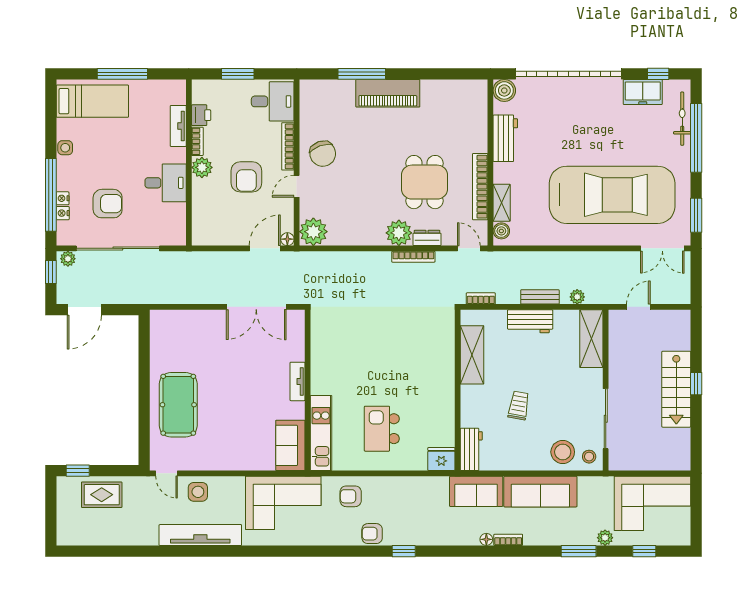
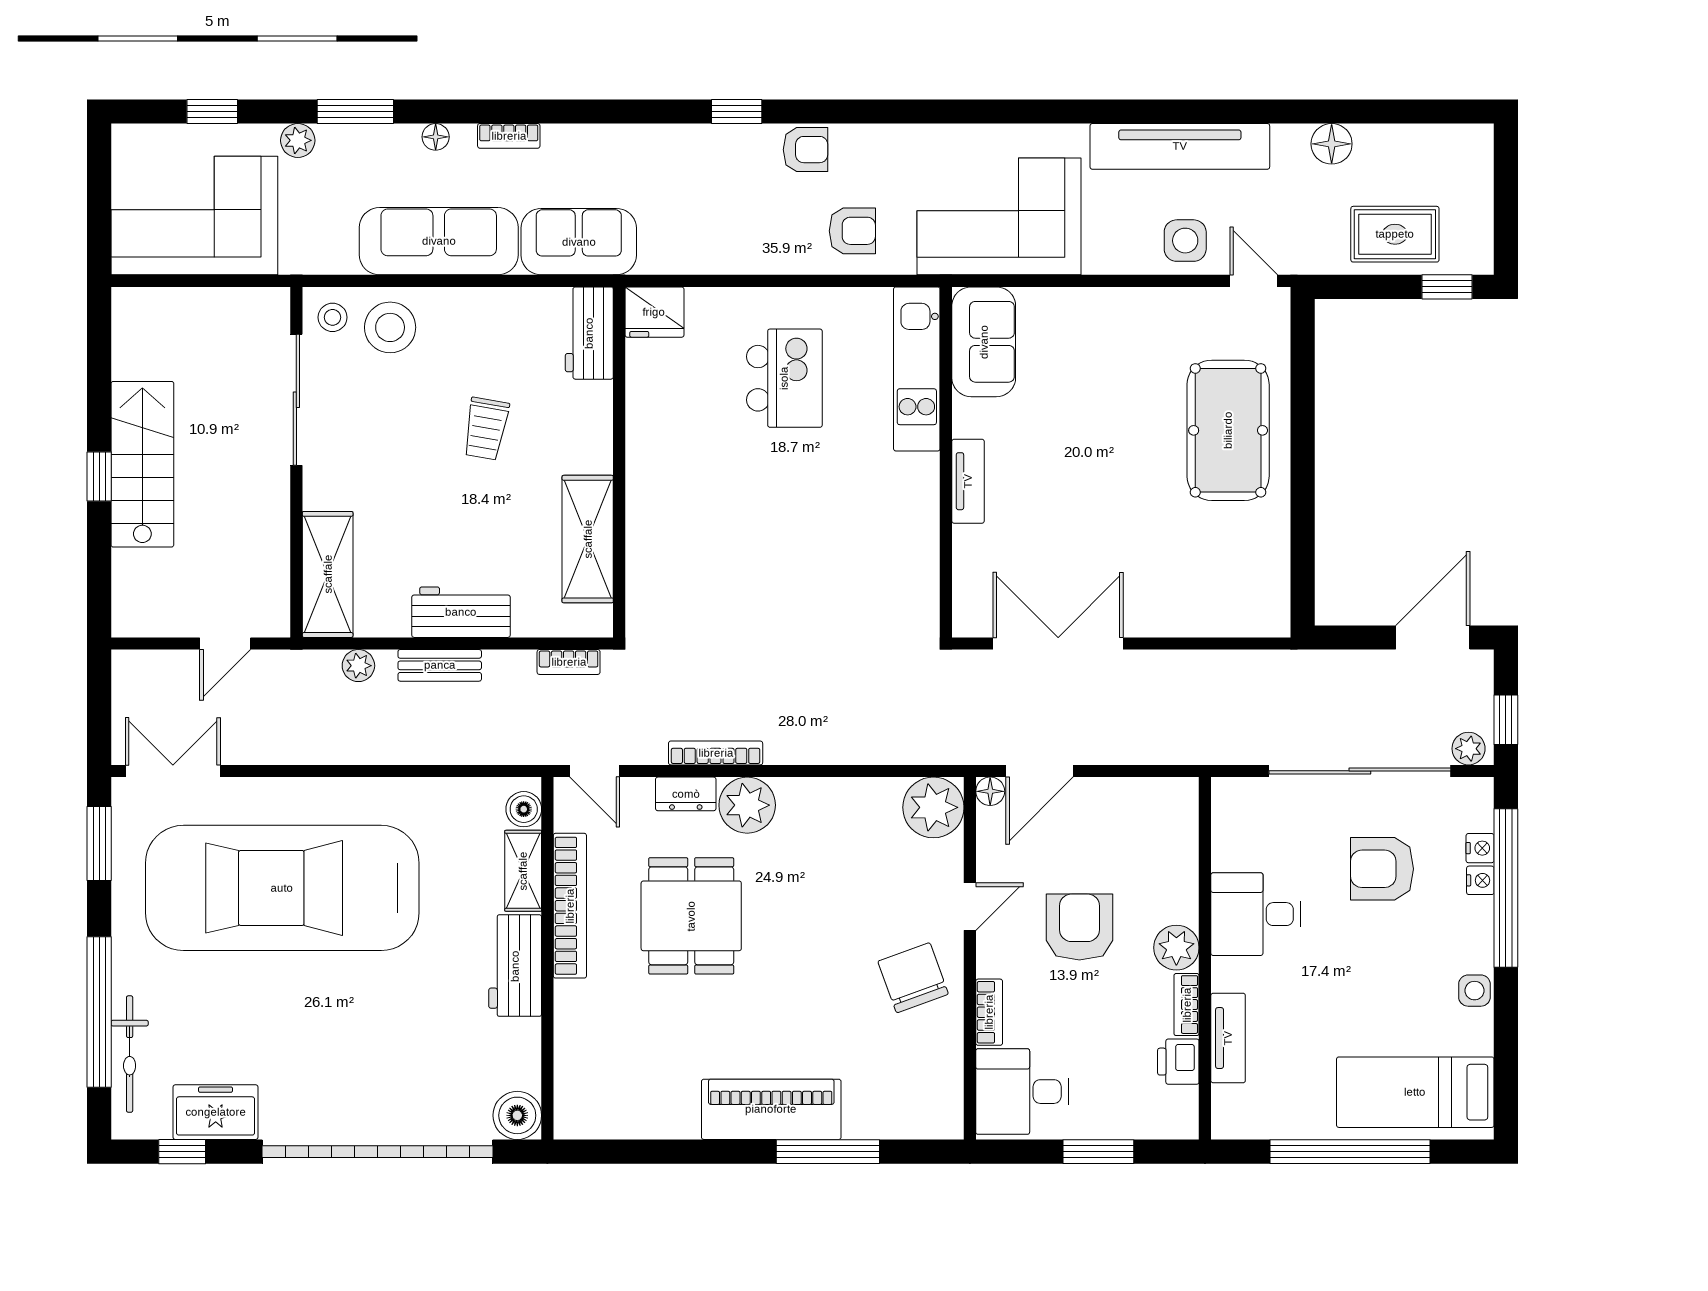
window: (122, 74) -> (1350, 1152), width x1.46
workbench: (505, 138) -> (515, 966), moved
bookcase: (288, 146) -> (989, 1012), width x0.64
floor lamp: (131, 536) -> (1332, 144), added
floor lamp: (486, 539) -> (436, 137), moved

